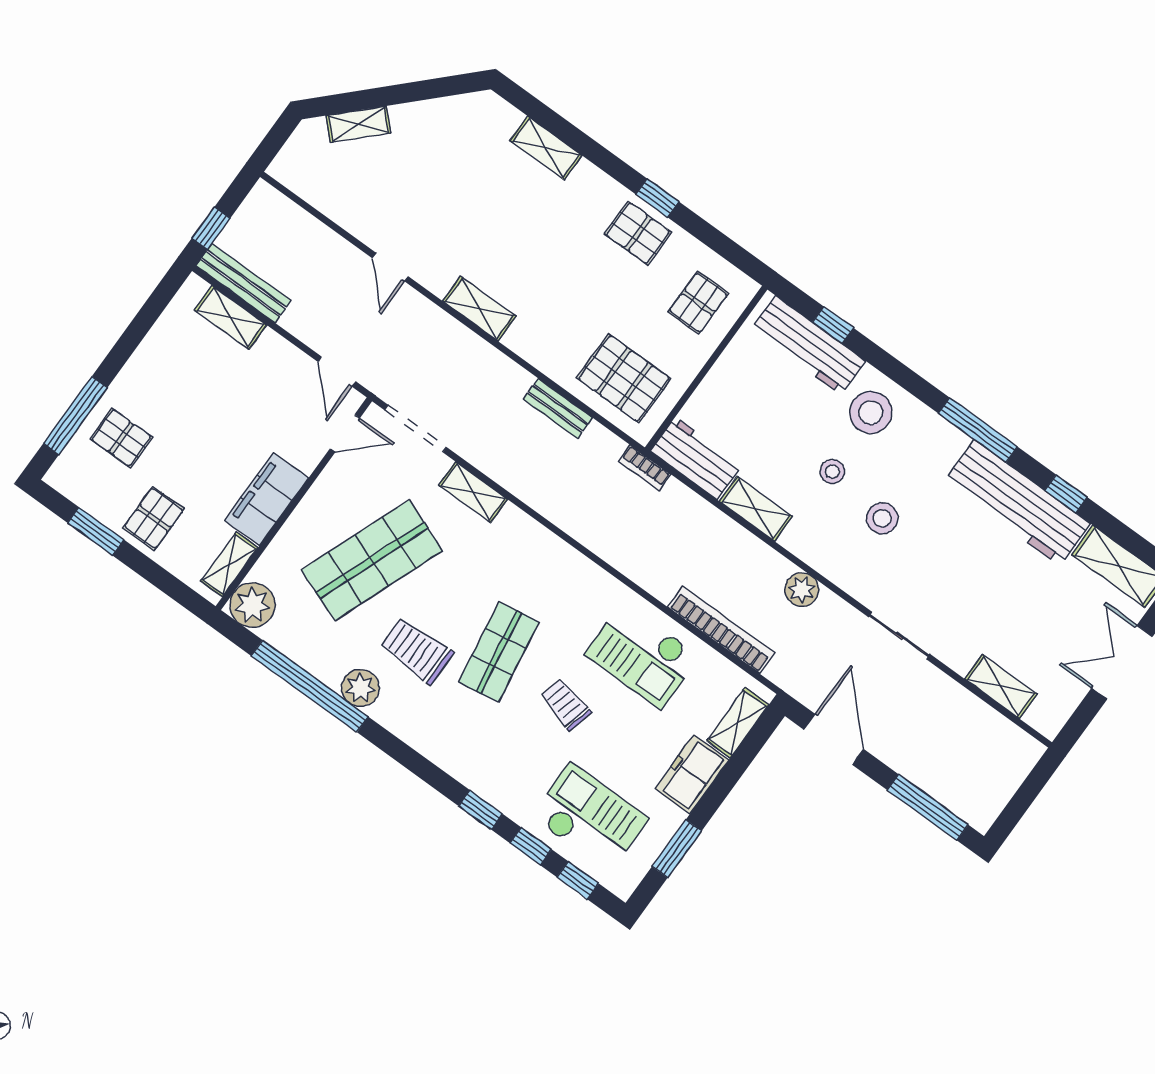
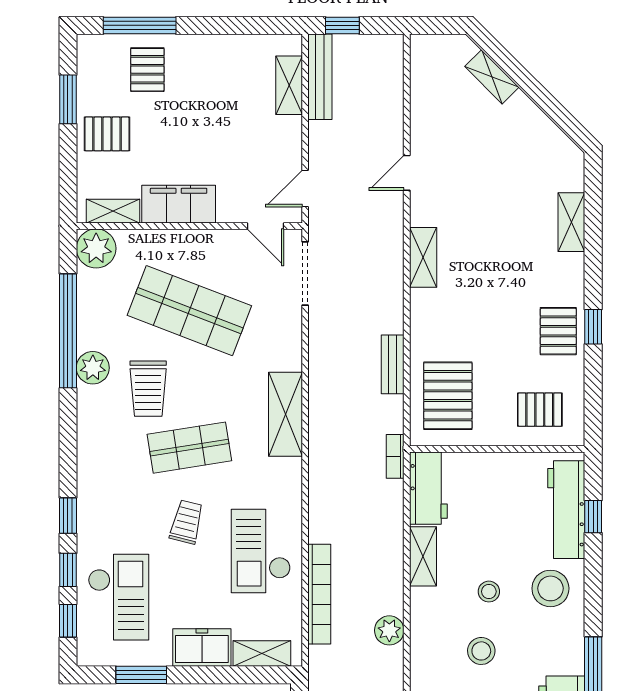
shelving: (473, 492) -> (285, 414), moved, width x1.50, depth x1.33
trolley: (417, 651) -> (148, 389), turned 180

